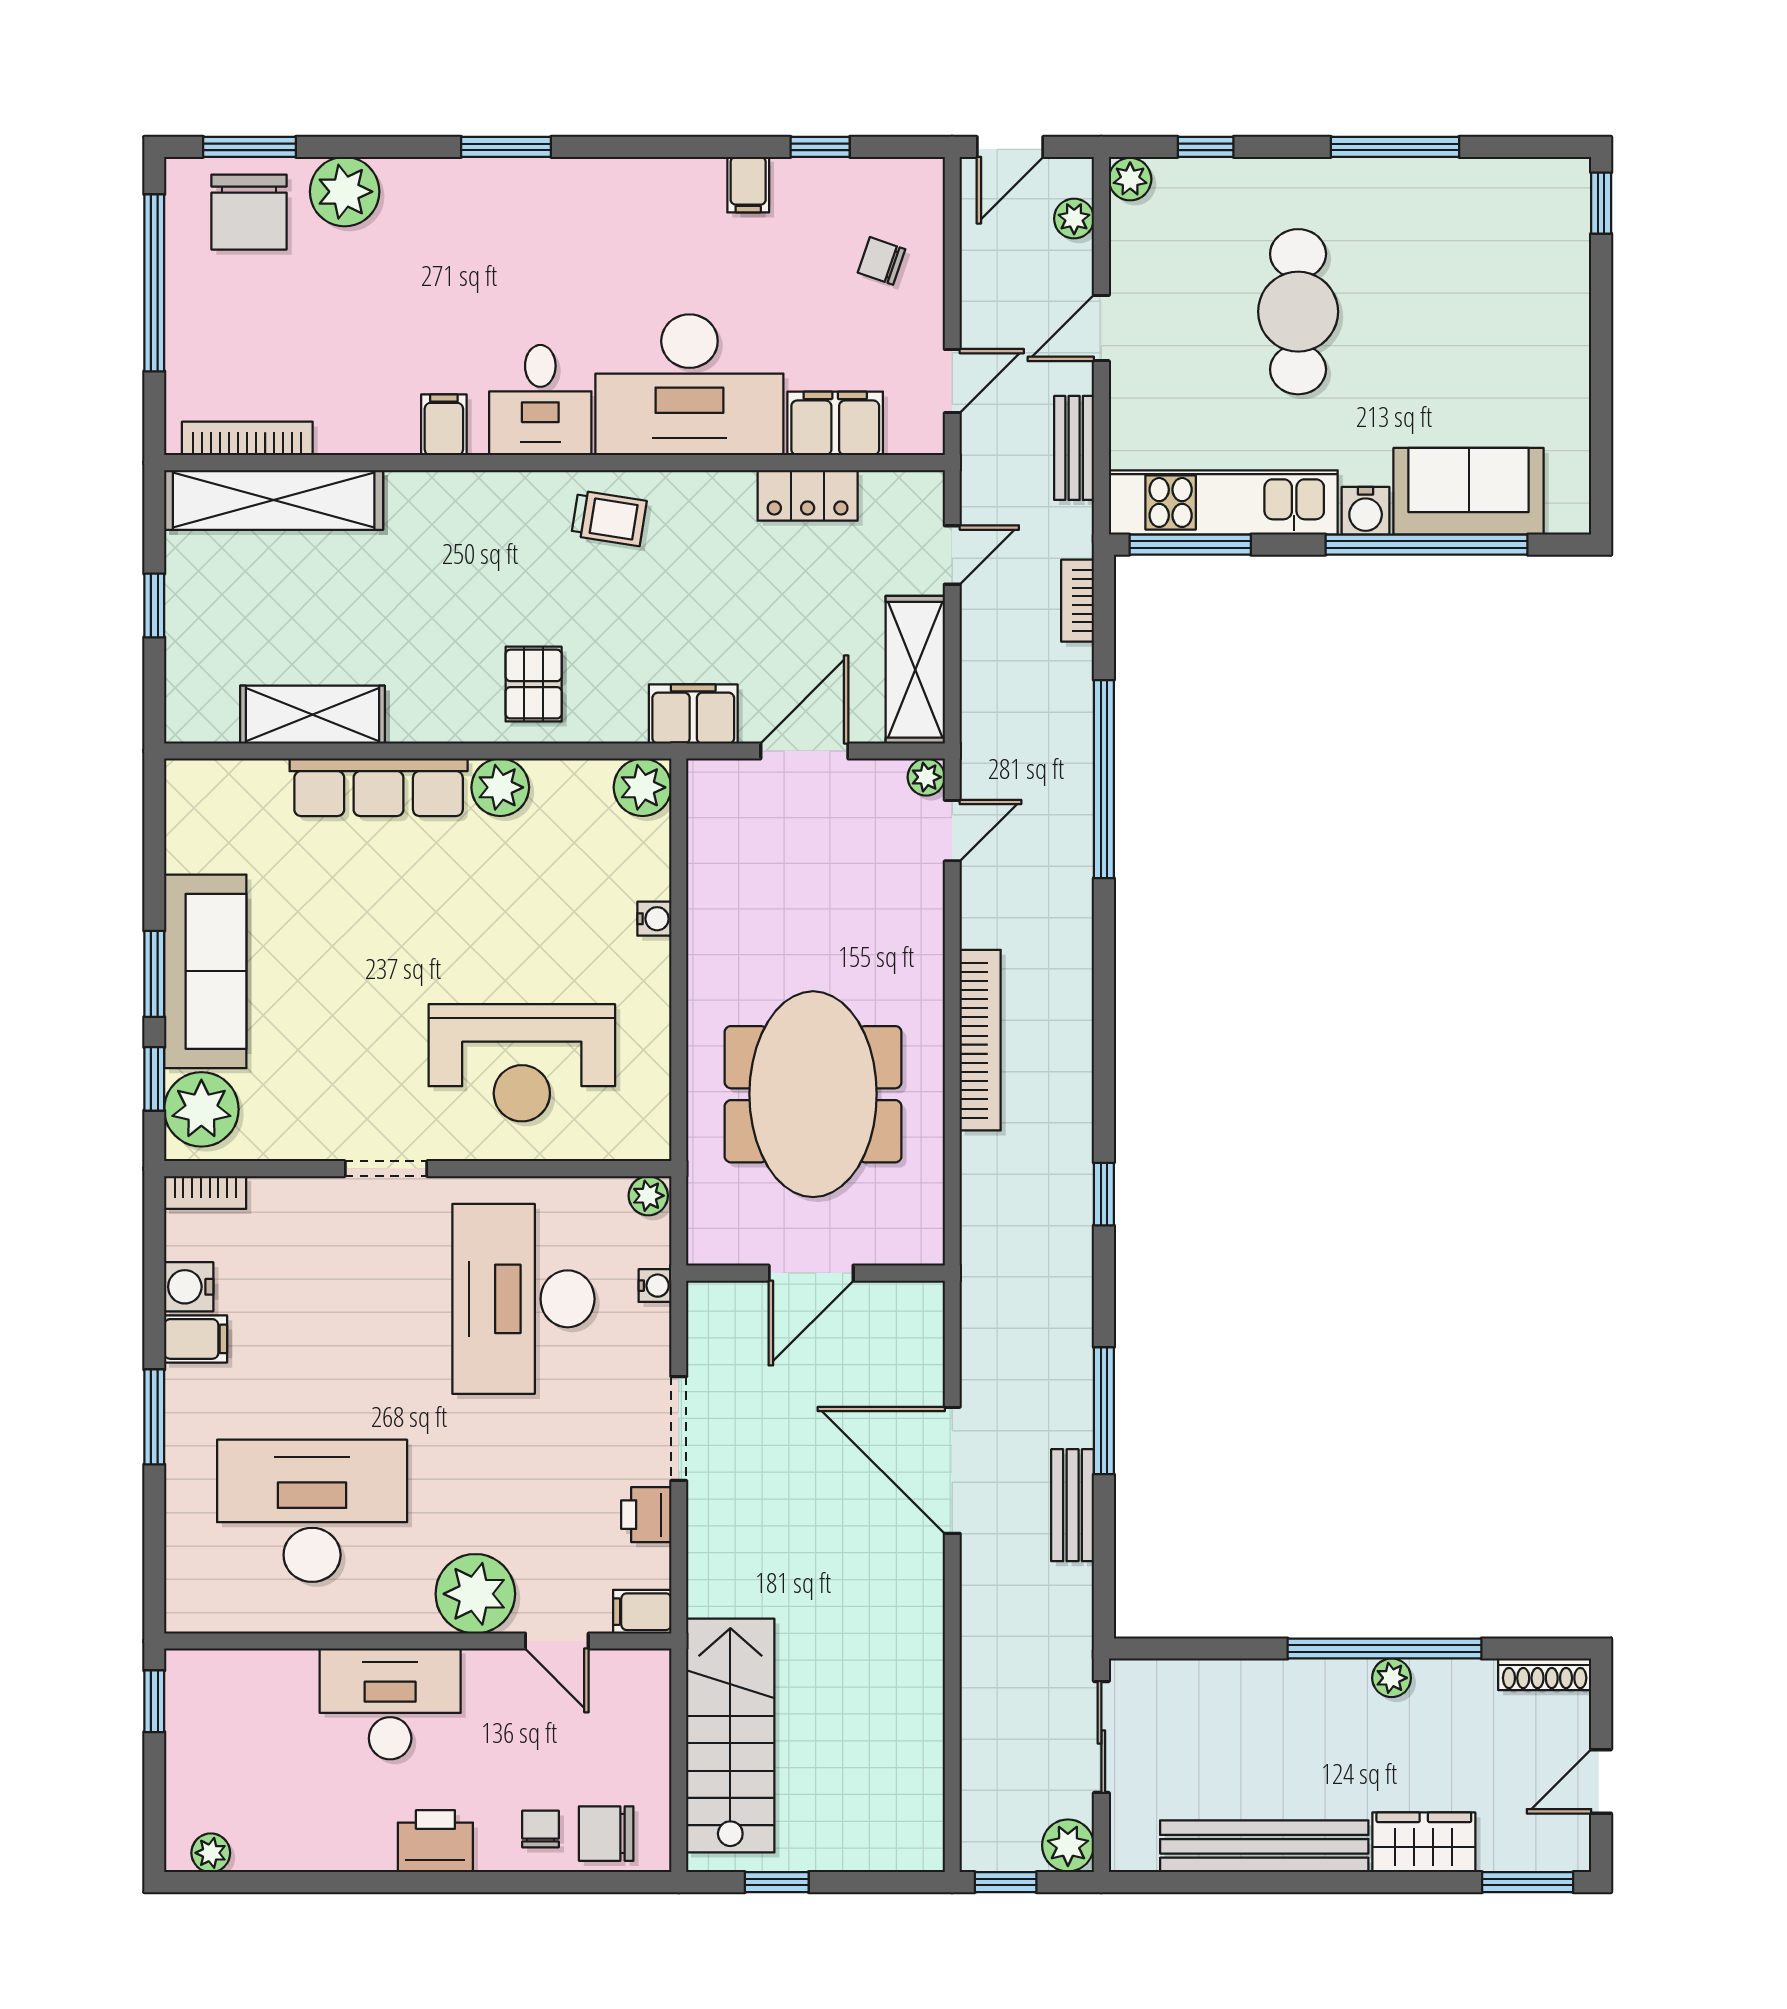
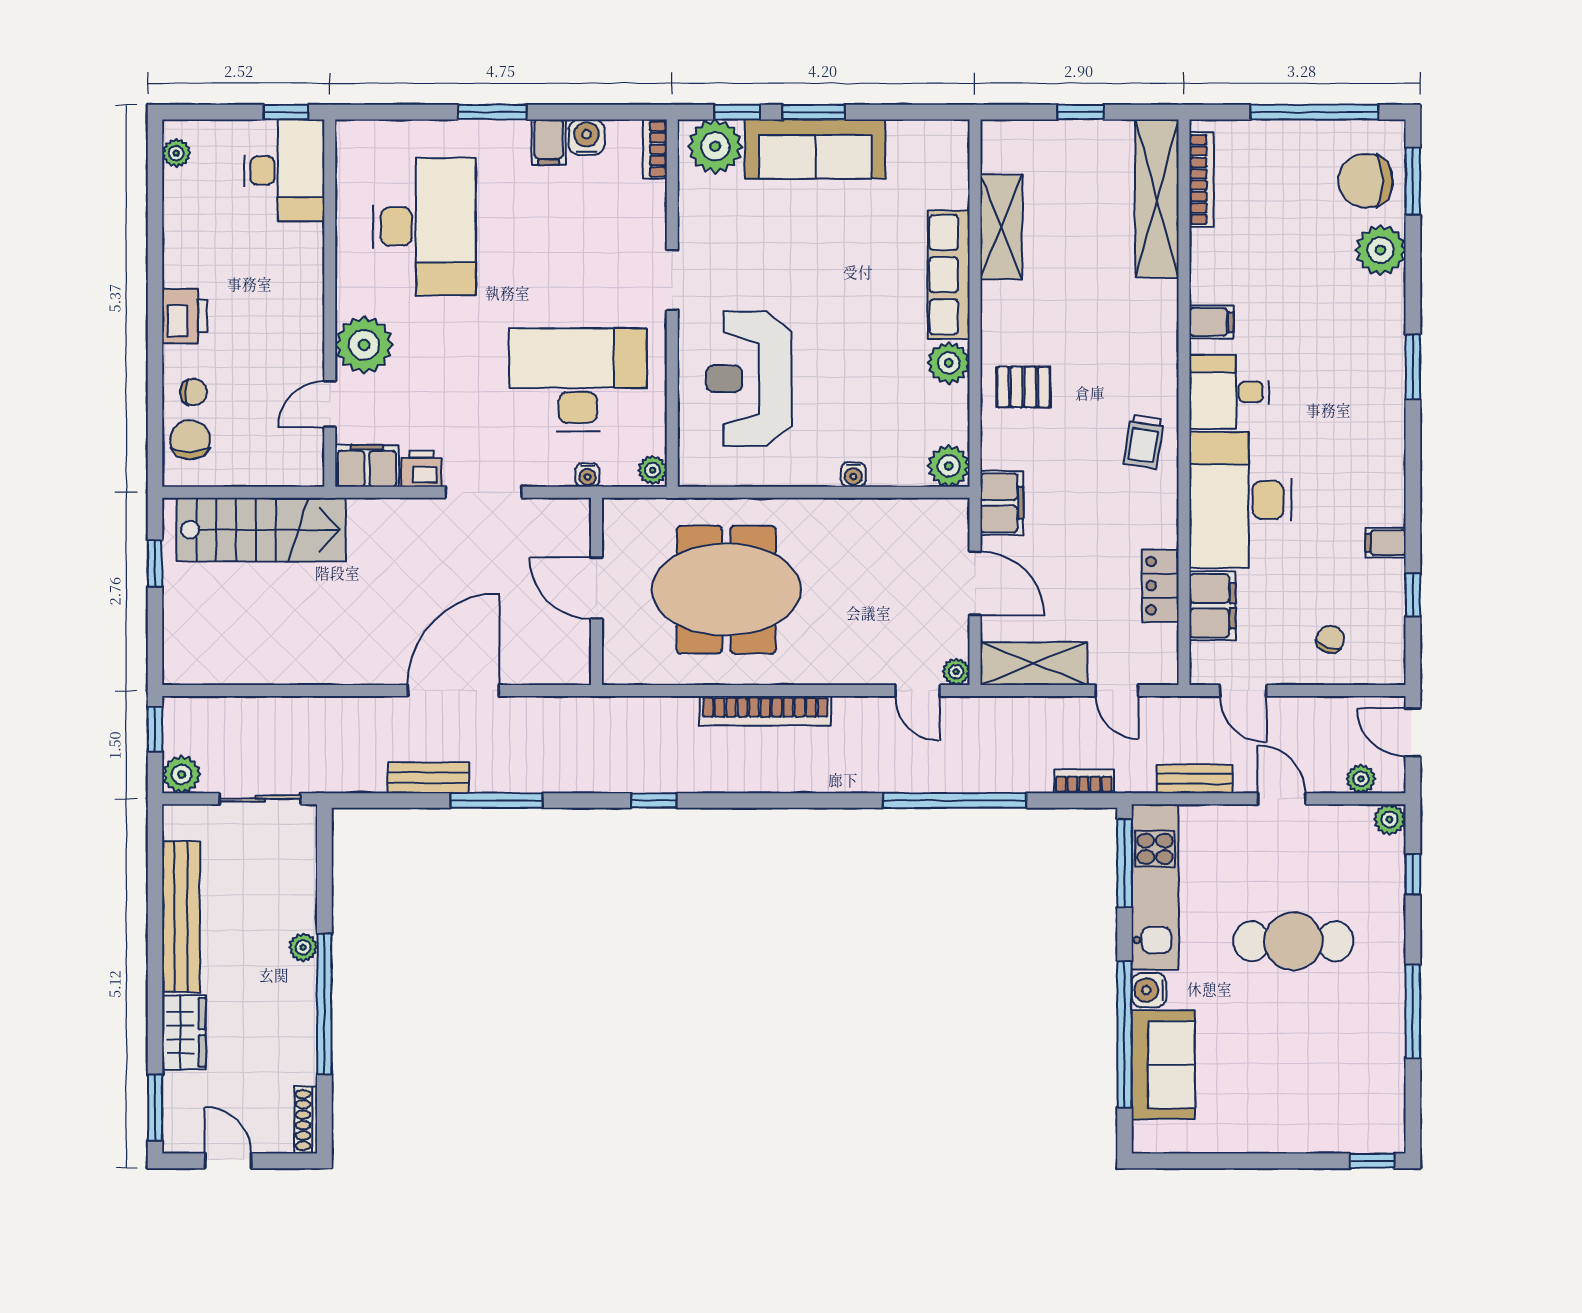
filing cabinet: (642, 1612) -> (367, 466), width x2.00
plant: (1392, 1678) -> (303, 947), moved
desk: (390, 1704) -> (284, 170), moved

